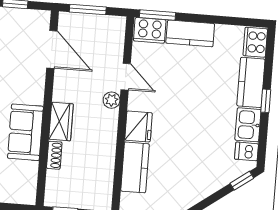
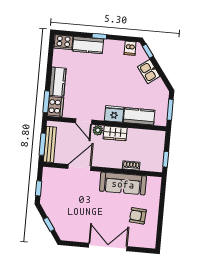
bench: (87, 22) -> (50, 144), added
door: (52, 49) -> (80, 167), moved
door: (126, 77) -> (84, 121), swing flipped
wardrobe: (61, 122) -> (115, 133), moved, turned 180
kitchen sink: (248, 125) -> (149, 72), moved, turned 54
sofa: (25, 132) -> (123, 184), width x1.36

